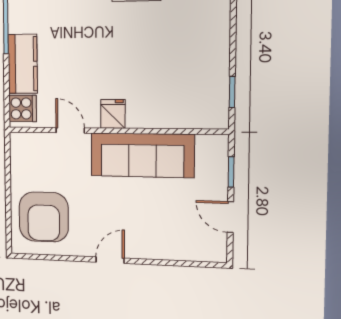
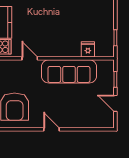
fridge: (113, 114) -> (88, 49), moved
door: (110, 260) -> (52, 129), hinge flipped

